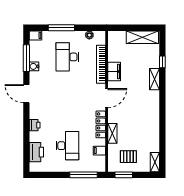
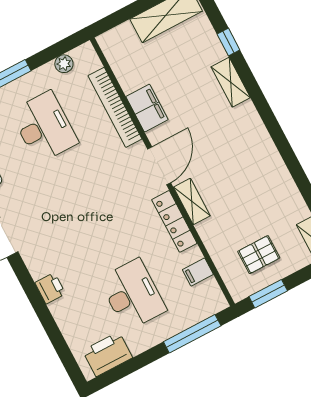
desk: (67, 57) -> (44, 127), turned 180
shelving: (112, 133) -> (192, 201), moved
printer: (36, 152) -> (107, 354), moved, turned -90

